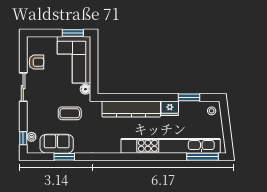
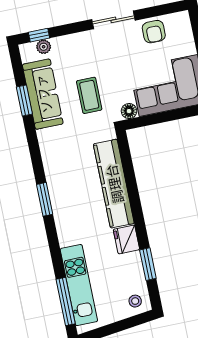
sofa: (57, 144) -> (43, 94), width x1.36
kitchen unit: (171, 146) -> (79, 285), width x0.54
window: (132, 157) -> (45, 199), added

